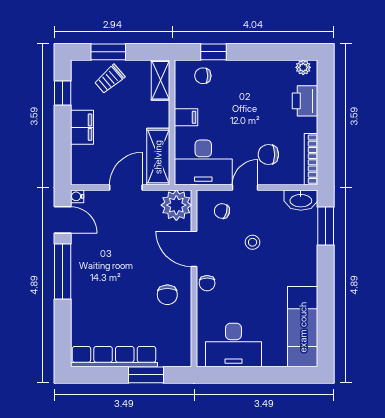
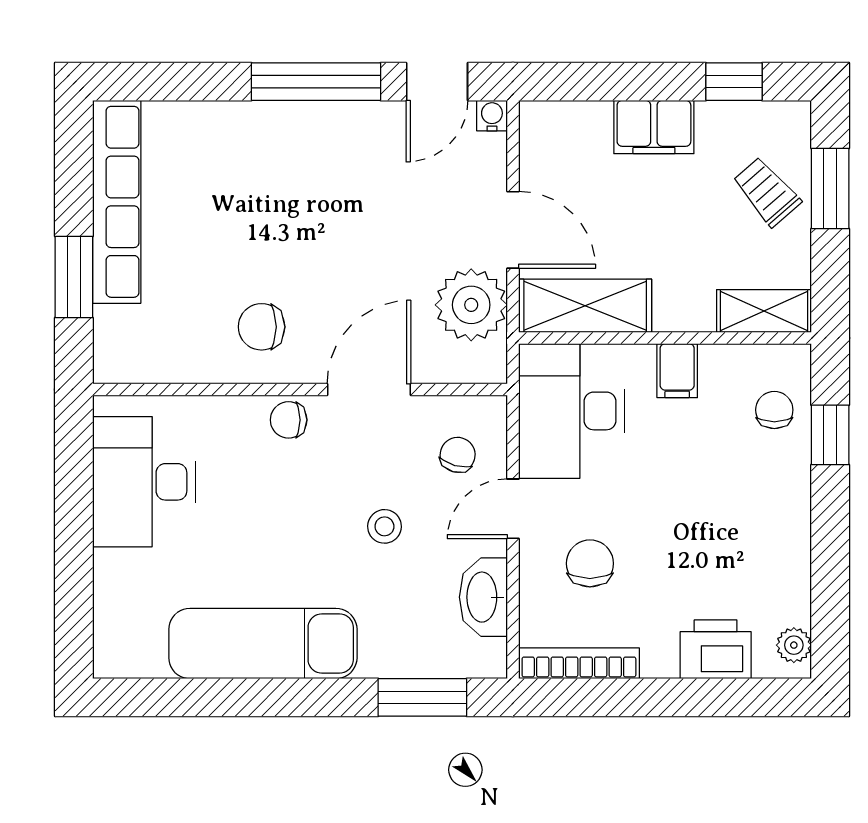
door: (245, 187) -> (513, 509), swing flipped
washbasin: (301, 200) -> (483, 597), moved
plant: (176, 205) -> (471, 305), moved
exam couch: (303, 327) -> (263, 644), moved

